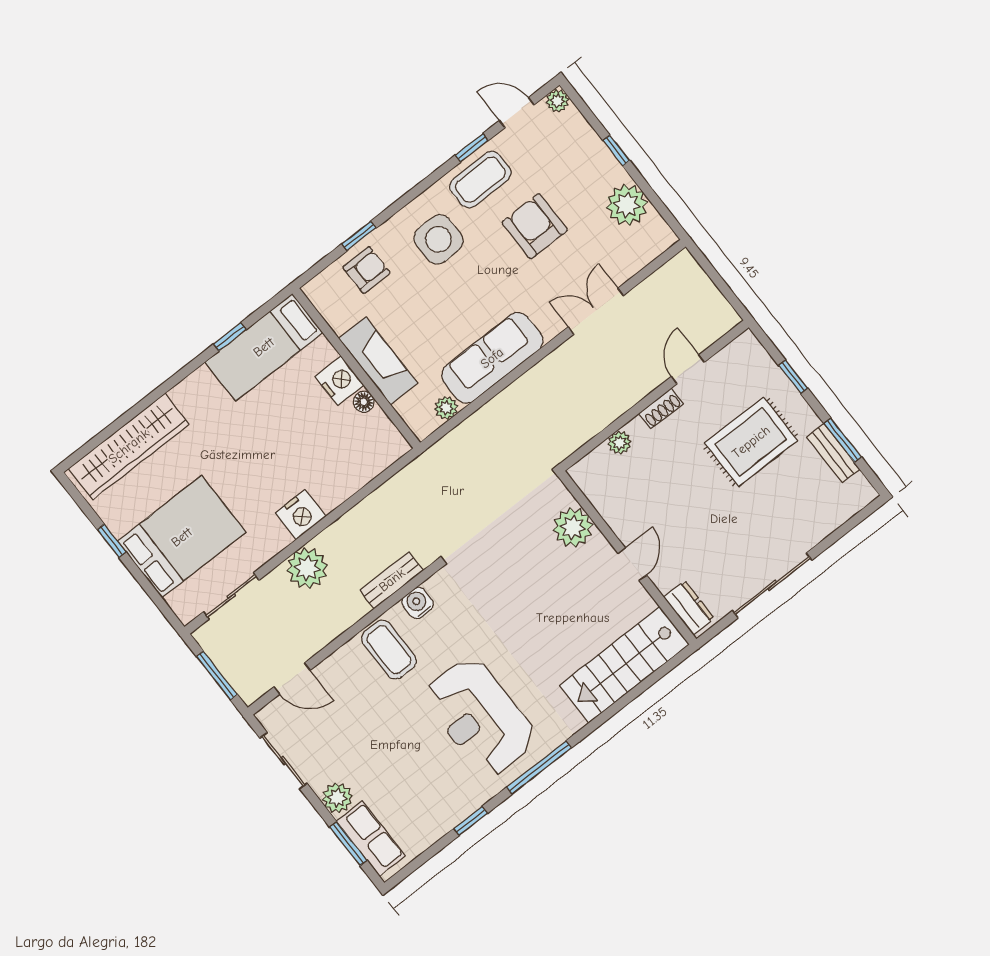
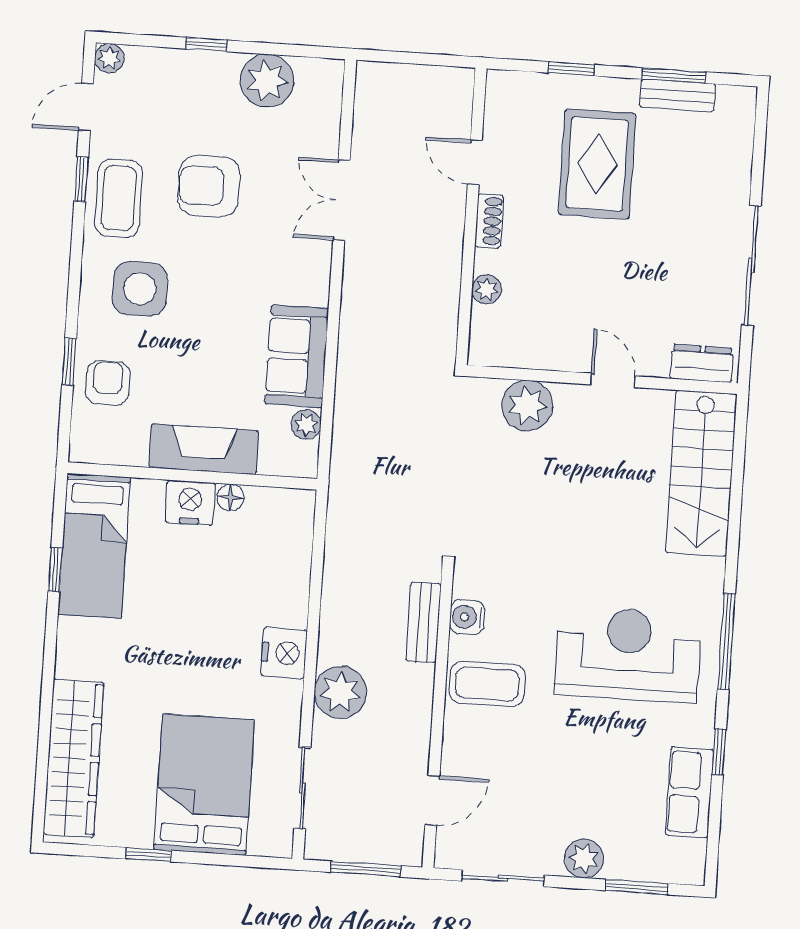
sofa: (492, 358) -> (297, 356), width x0.73
reception desk: (480, 717) -> (628, 654), turned 180
row of seats: (371, 838) -> (690, 793), moved, turned -90

